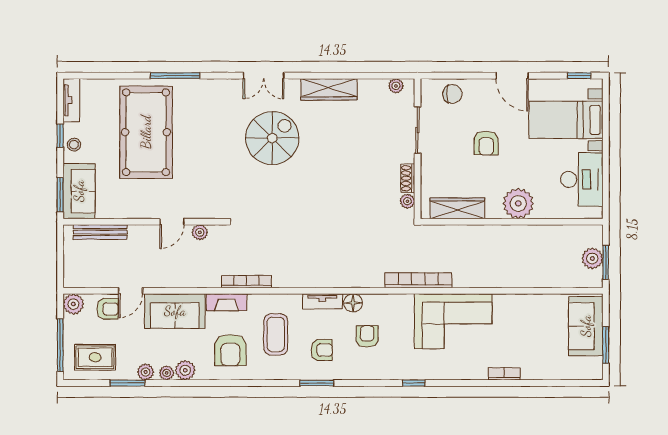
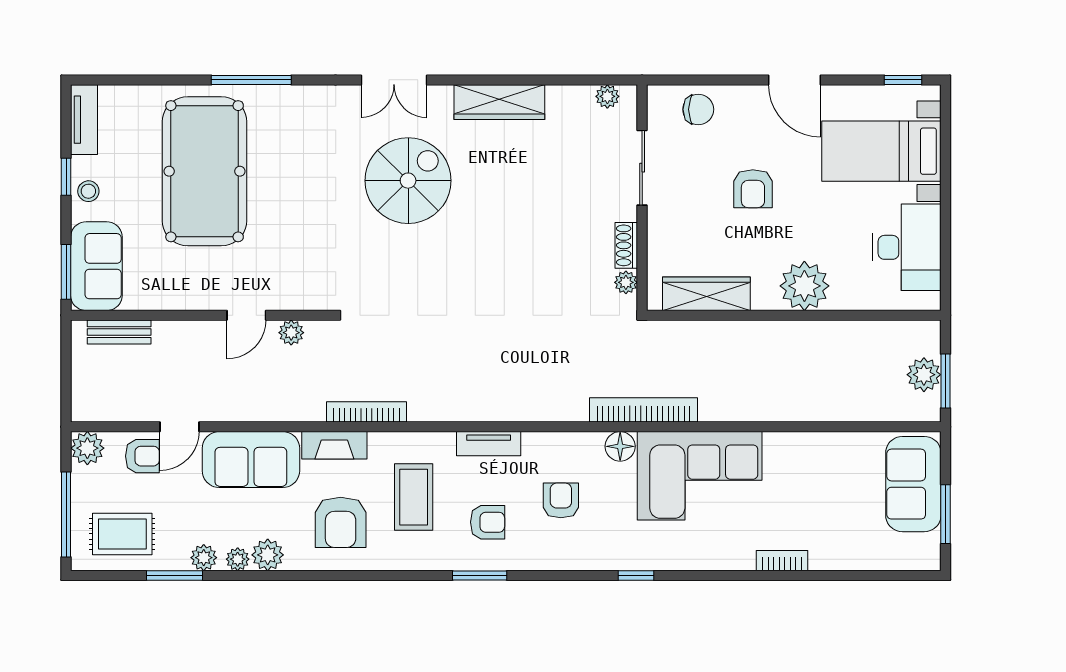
bench: (100, 232) -> (119, 332), width x0.73
floor lamp: (353, 303) -> (620, 446), moved

